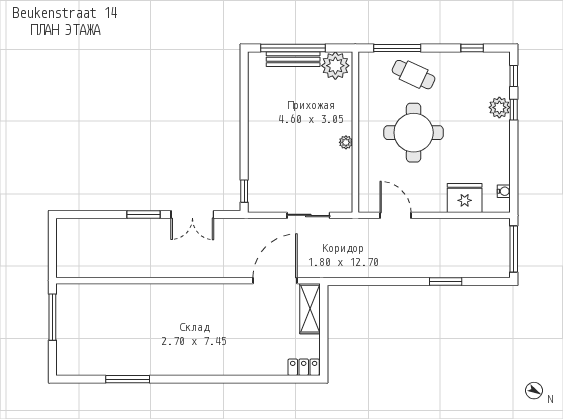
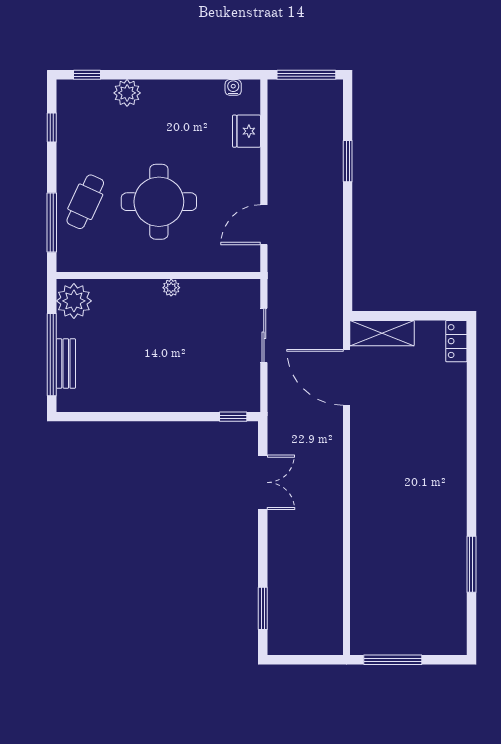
bench: (293, 59) -> (66, 363), width x0.73
window: (514, 110) -> (130, 75), removed
fridge: (465, 198) -> (247, 131), width x0.73, depth x0.75
window: (144, 215) -> (263, 608), moved

